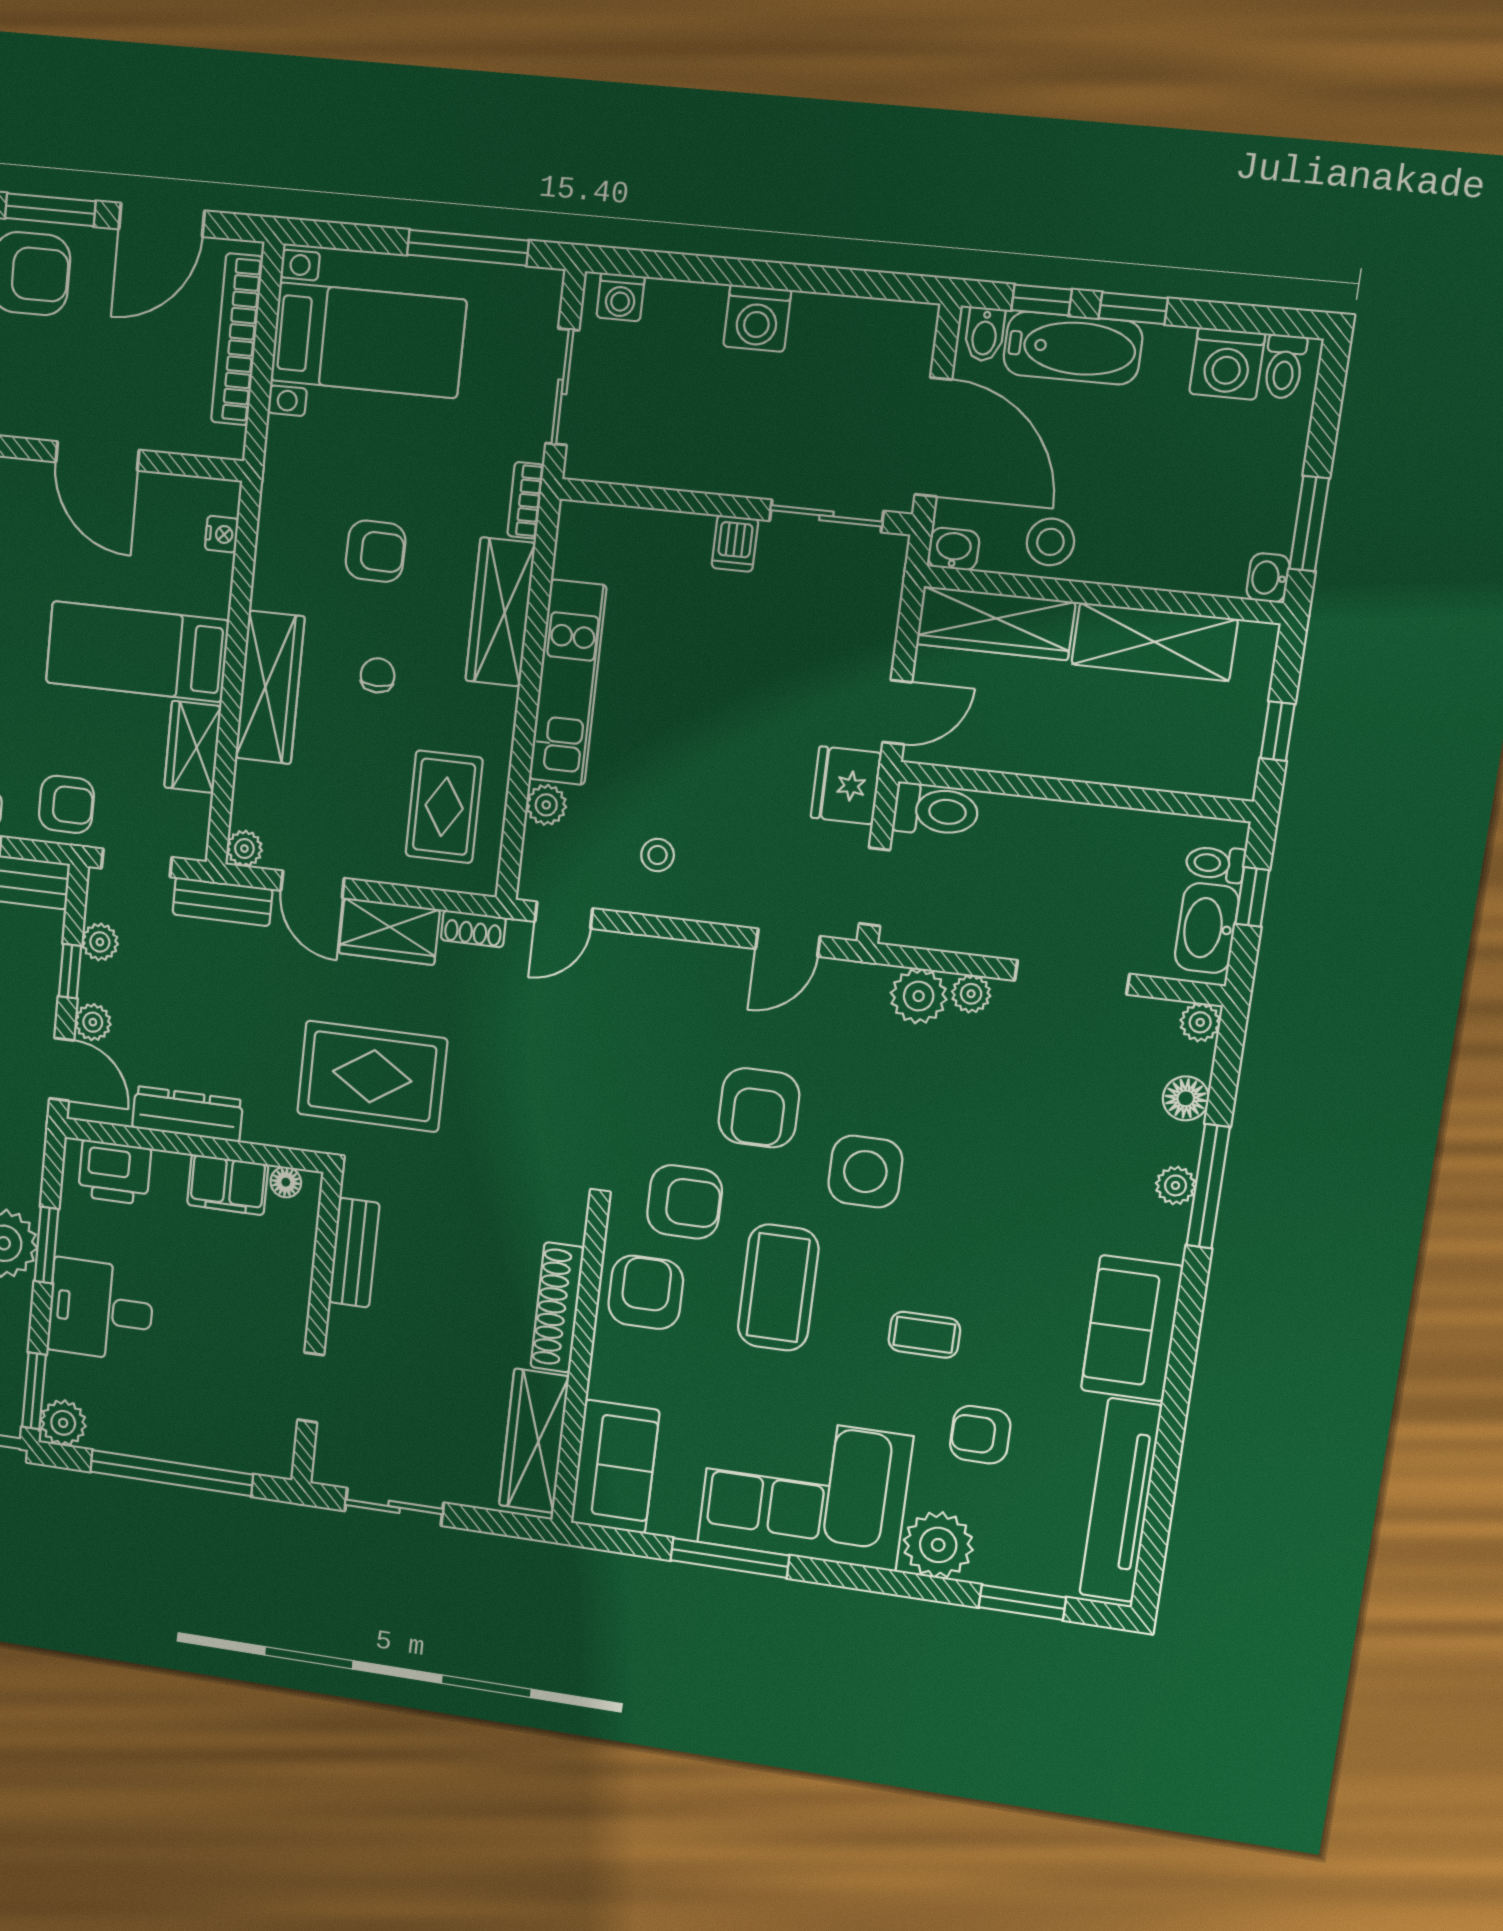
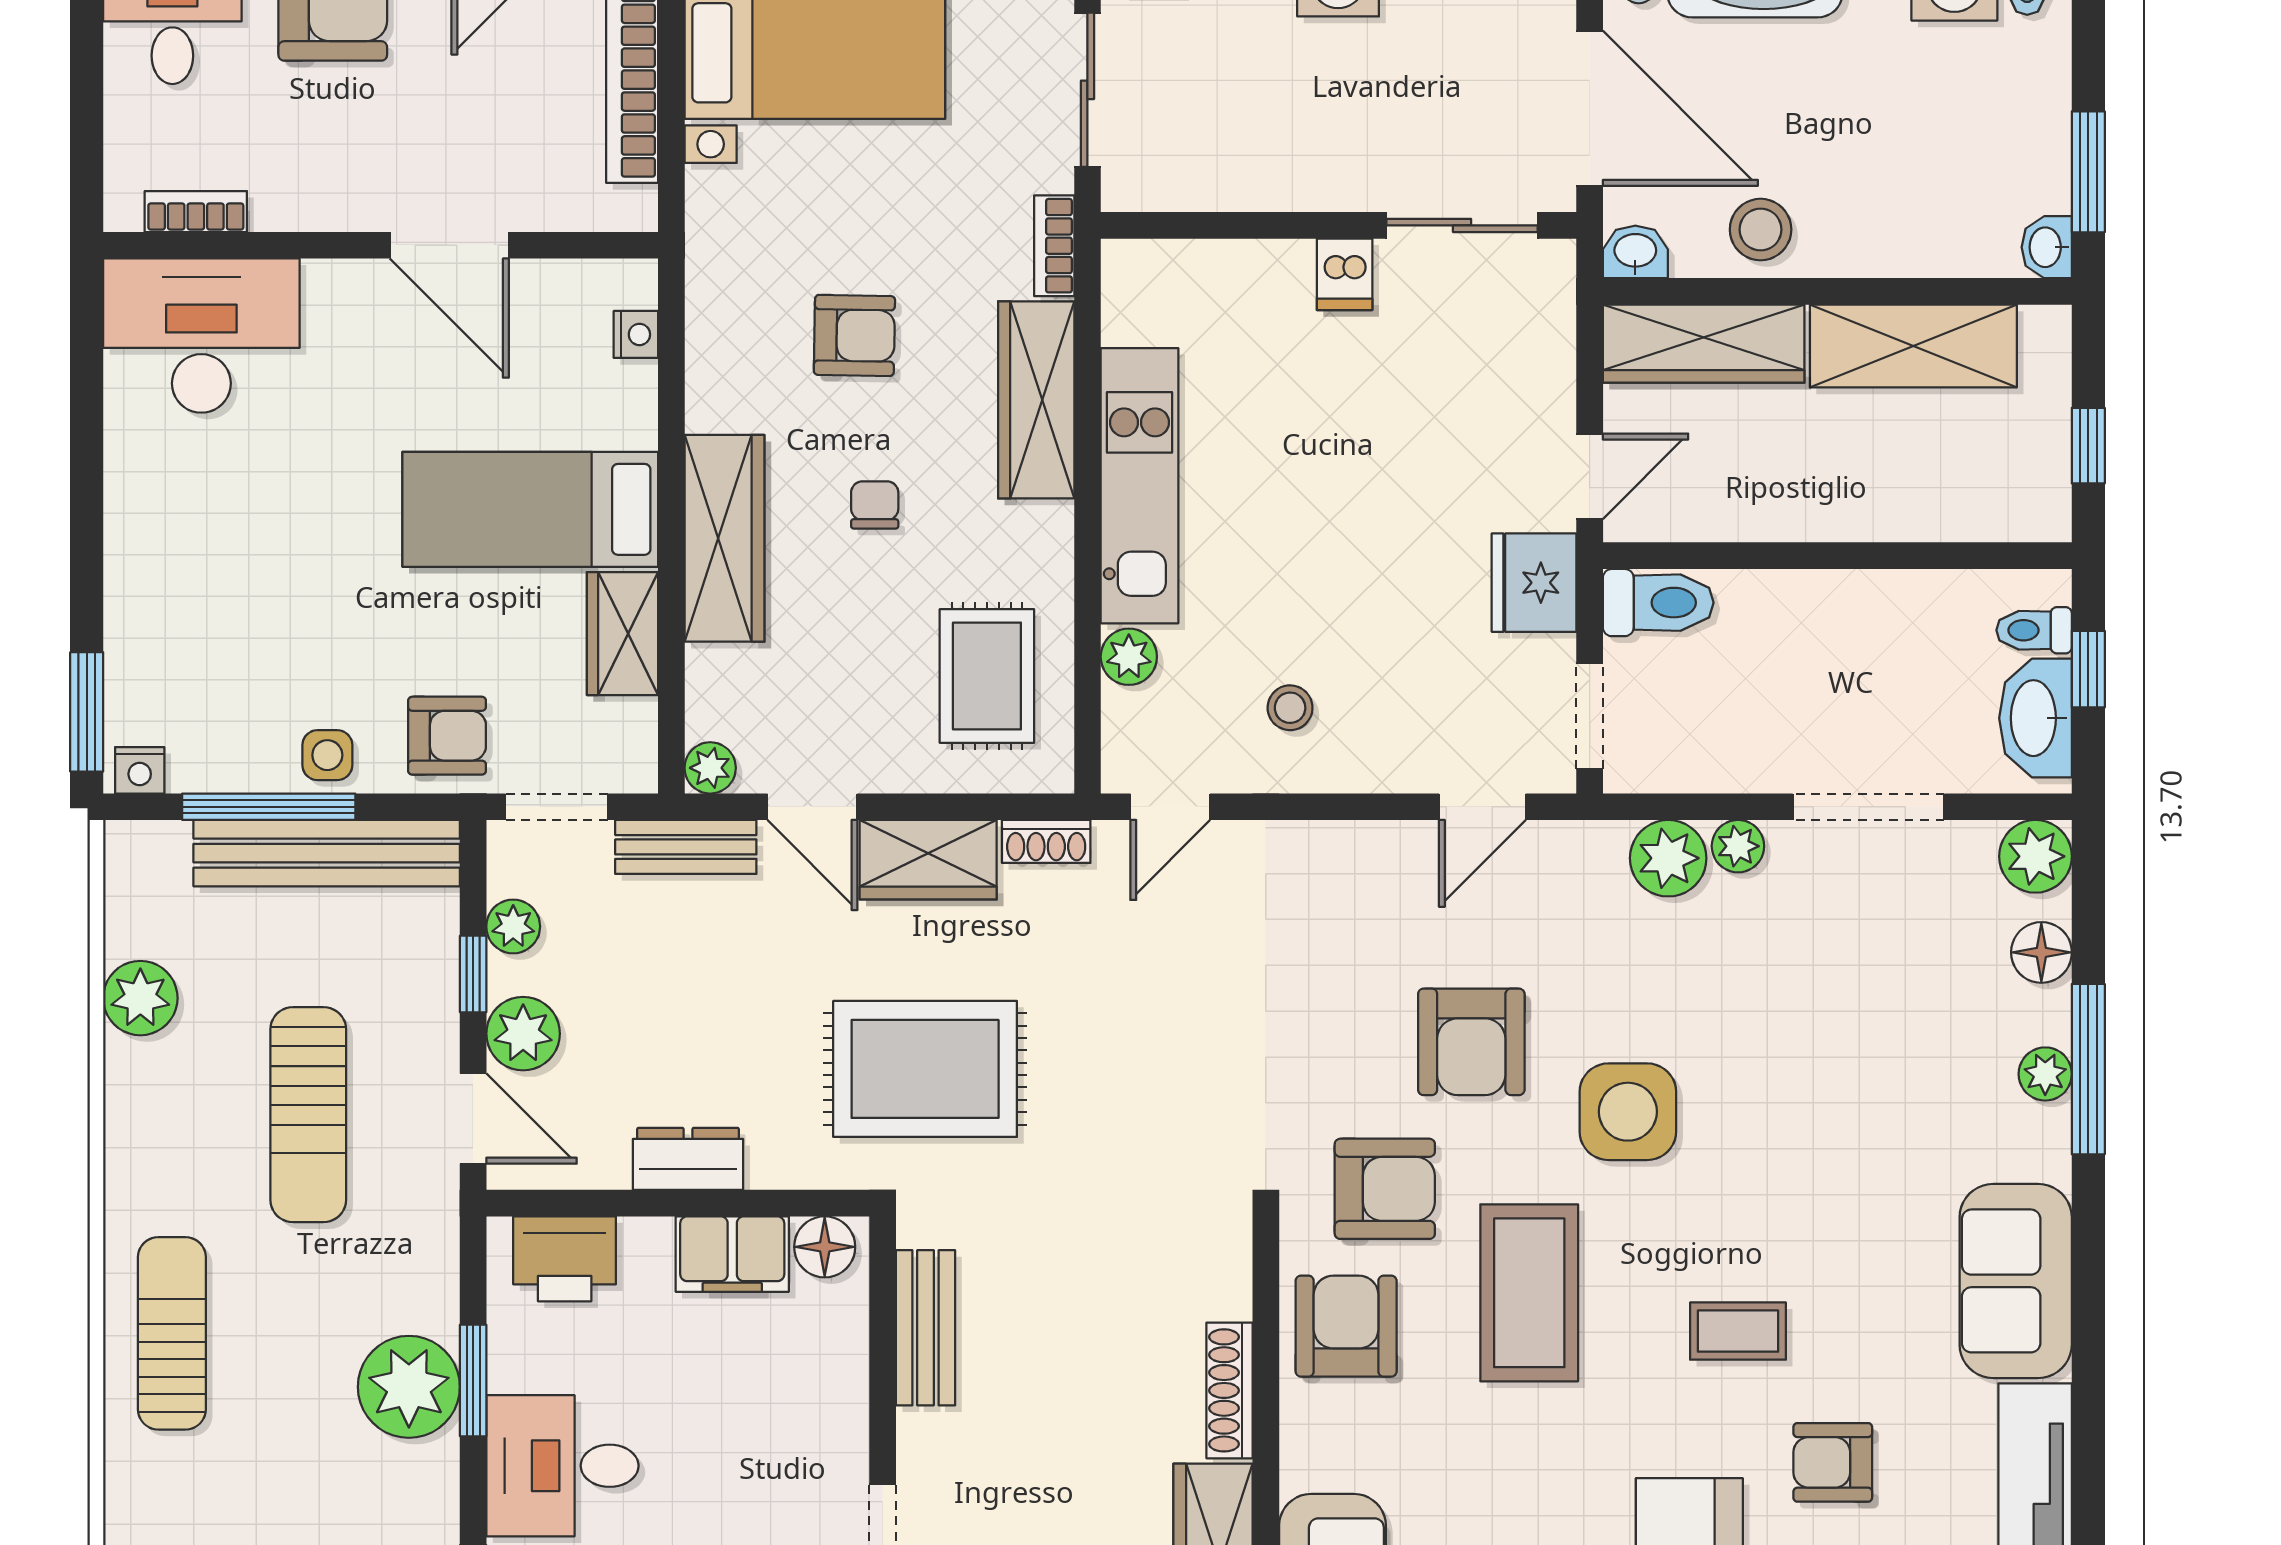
plant: (93, 1022) -> (523, 1034), width x1.38, depth x1.38
plant: (1200, 1022) -> (2035, 856), width x1.38, depth x1.38
dresser: (187, 1114) -> (688, 1159), width x0.70
floor lamp: (286, 1182) -> (825, 1247), width x1.37, depth x1.37
shoe rack: (557, 1307) -> (1230, 1390), width x0.74, depth x0.81

